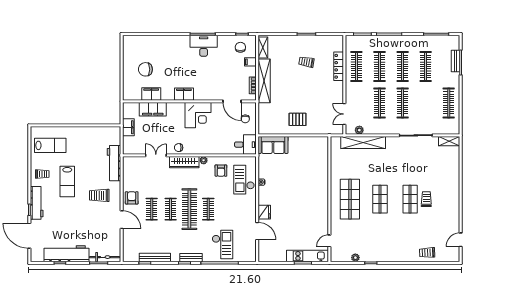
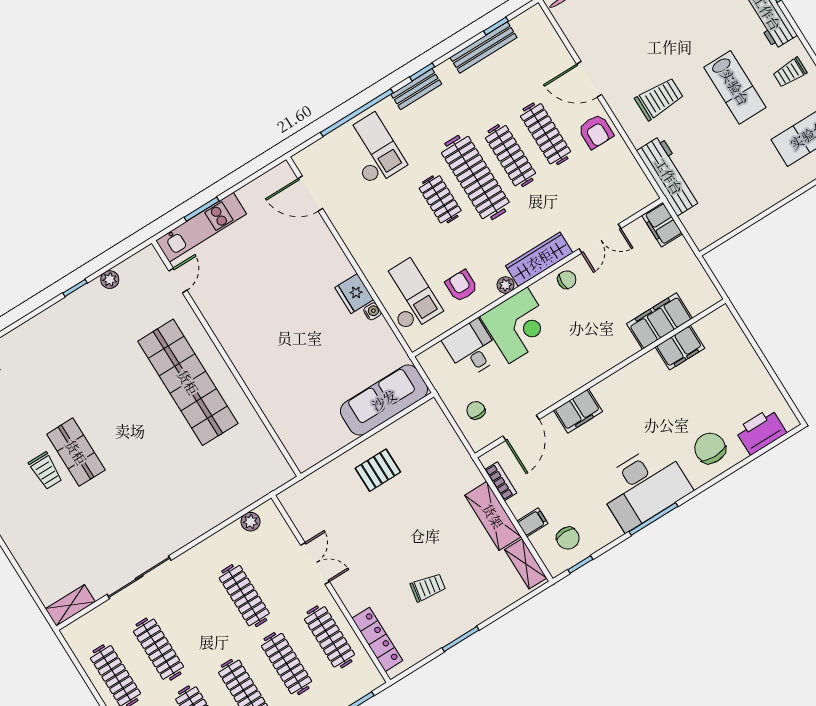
printer: (140, 42) -> (761, 431), added
desk: (204, 46) -> (644, 487), width x1.36, depth x1.30
locker: (339, 66) -> (377, 639), moved
chair: (145, 69) -> (710, 448), moved, turned -90
shelving: (264, 81) -> (493, 516), width x0.68
filing cabinet: (184, 94) -> (578, 411), moved
door: (232, 101) -> (521, 428), swing flipped
clothes rail: (403, 103) -> (158, 649), moved
double door: (344, 114) -> (315, 563), moved
corner desk: (198, 115) -> (518, 325), moved, turned 180
filing cabinet: (128, 127) -> (662, 225), moved
shelving: (363, 142) -> (229, 503), removed
desk: (245, 145) -> (472, 349), moved, turned 90
sofa: (273, 145) -> (384, 400), width x1.36
lab bench: (67, 181) -> (735, 87), turned 180
shop shelf: (350, 199) -> (188, 382), width x1.40
shop shelf: (380, 199) -> (132, 417), removed
clothes rail: (152, 209) -> (546, 134), width x1.36
clothes rail: (171, 209) -> (510, 156), width x1.36
fridge: (264, 212) -> (354, 294), moved
door: (257, 231) -> (310, 194), moved
checkout: (222, 245) -> (373, 150), turned 180

